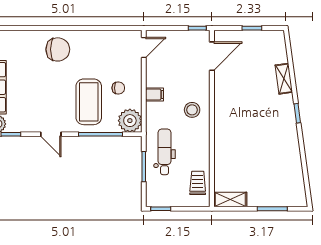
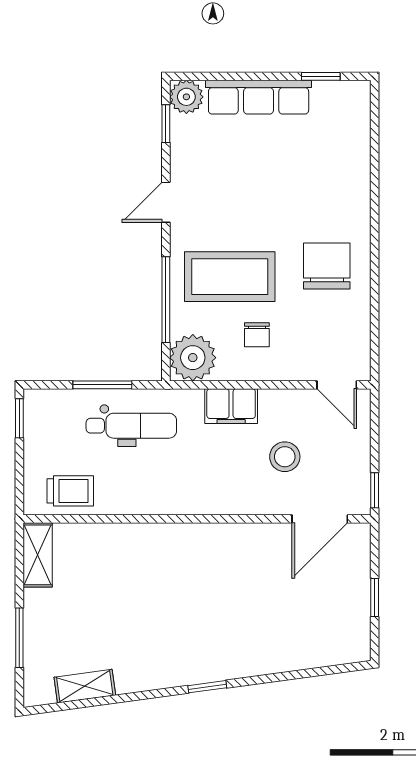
chair: (58, 49) -> (327, 266), moved, turned 180
door: (212, 56) -> (320, 519), hinge flipped
shelving: (284, 79) -> (85, 686), moved
filing cabinet: (155, 94) -> (231, 406), width x2.00
stool: (192, 110) -> (285, 457), moved

